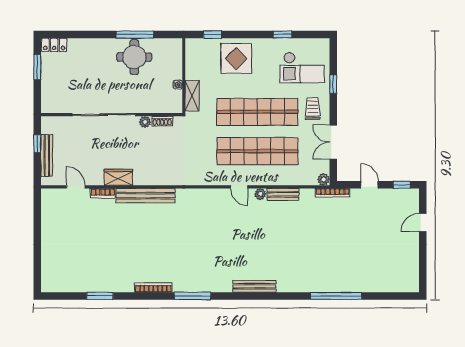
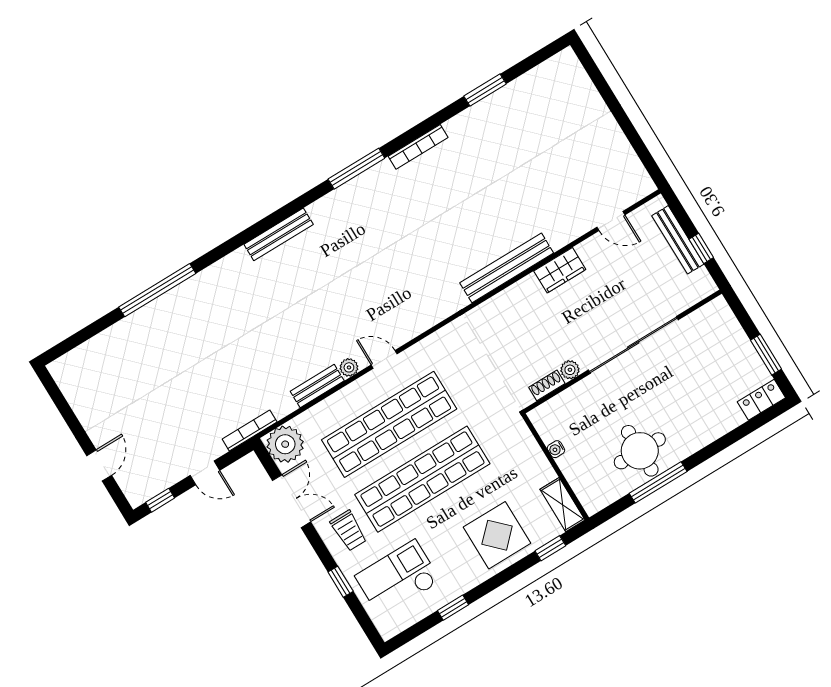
shelving: (192, 96) -> (562, 505), moved
plant: (324, 179) -> (285, 444), width x1.87, depth x1.87
bookcase: (103, 193) -> (568, 235), removed

